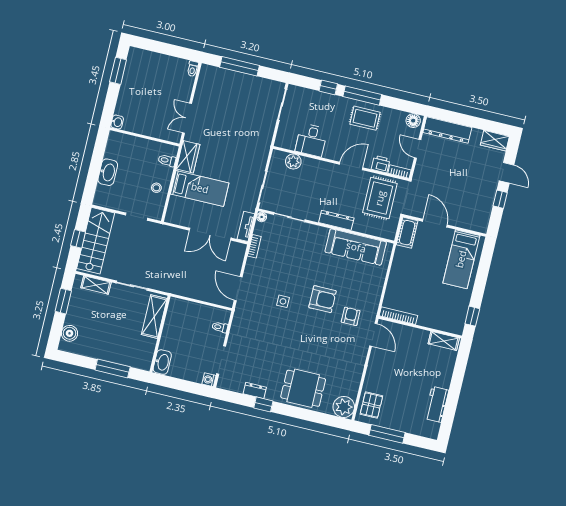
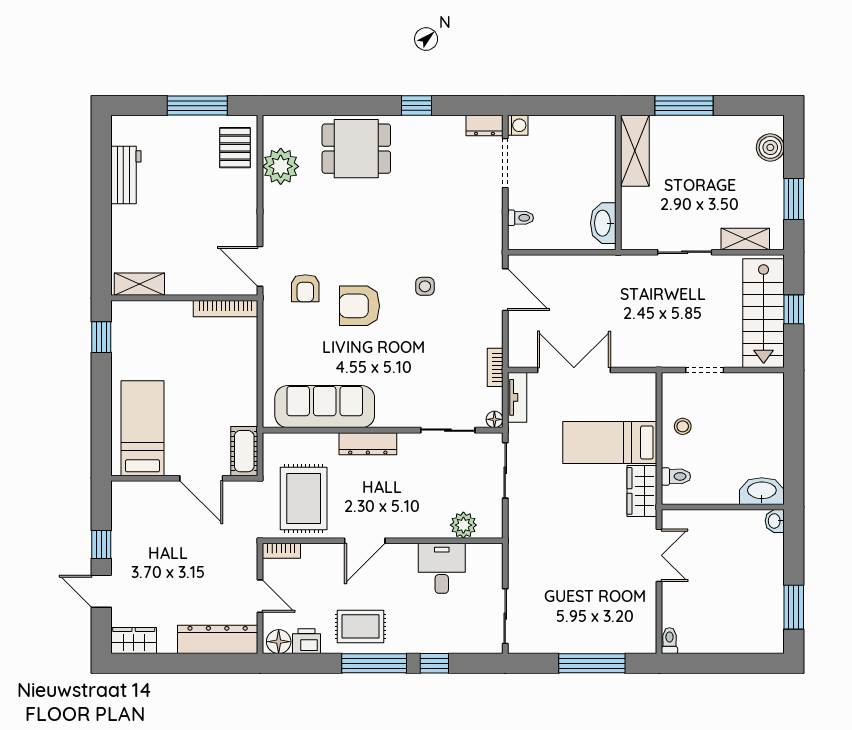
printer: (381, 164) -> (307, 641), moved, turned 180
washbasin: (108, 172) -> (762, 491), moved, turned 90
shelving: (154, 317) -> (635, 151), moved
washbasin: (162, 362) -> (603, 223), moved
dresser: (255, 390) -> (484, 125), moved
plant: (344, 407) -> (281, 166), moved

